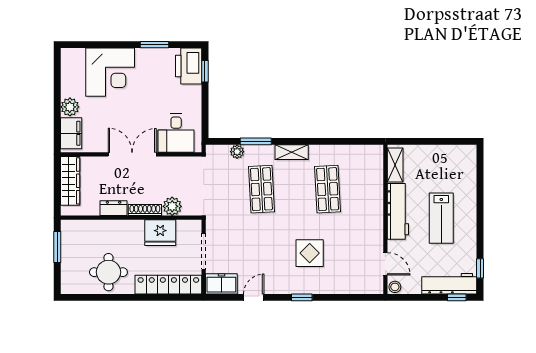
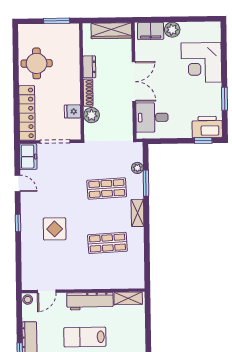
fridge: (160, 233) -> (72, 111), width x0.53, depth x0.75

